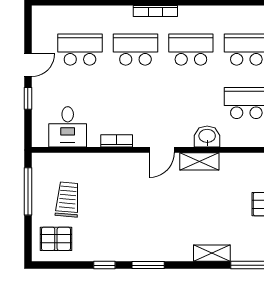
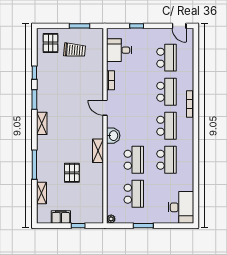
door: (28, 65) -> (179, 26), moved
shelving: (199, 161) -> (98, 151), moved
window: (28, 191) -> (80, 26), width x0.69
shelving: (212, 253) -> (42, 123), moved

